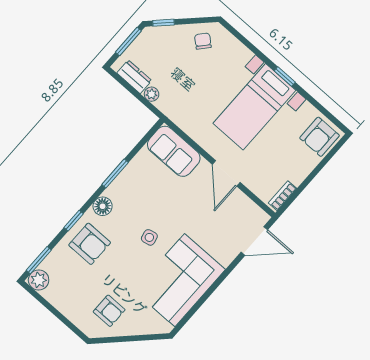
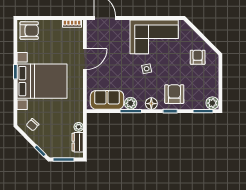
bed with nightstands: (254, 107) -> (42, 81), width x1.36
sofa: (174, 151) -> (107, 100), moved, turned -90
plant: (125, 181) -> (131, 103), added

